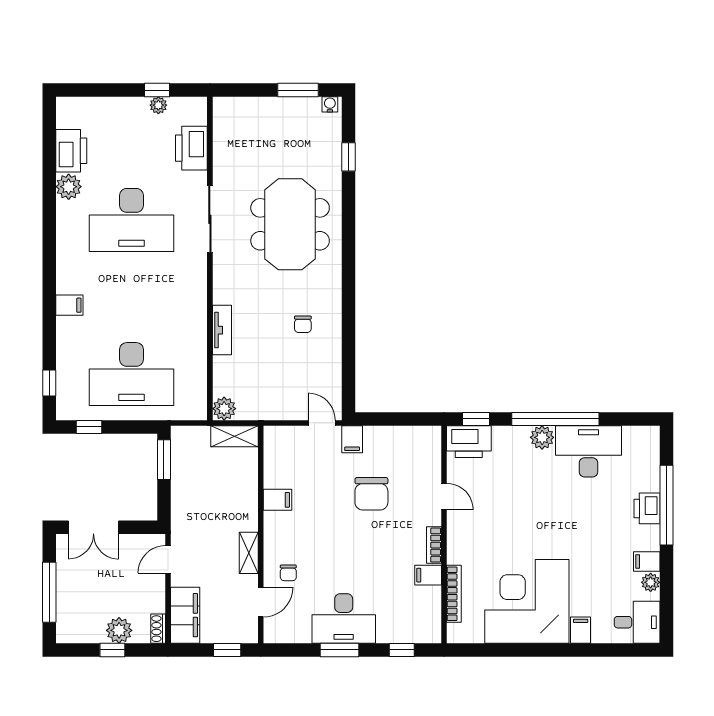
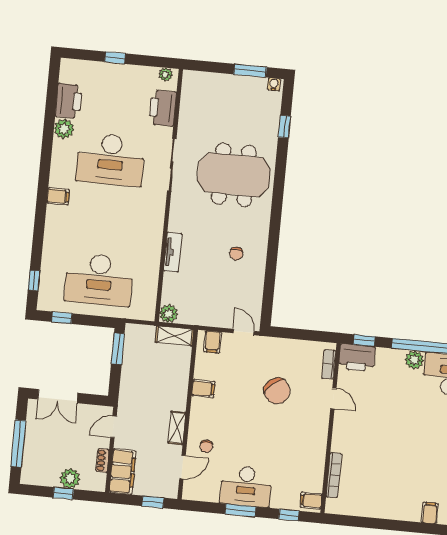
window: (157, 90) -> (115, 58), moved
plant: (158, 105) -> (166, 75), moved
meeting table: (290, 224) -> (234, 175), turned 90
filing cabinet: (69, 305) -> (58, 196), moved
filing cabinet: (352, 439) -> (213, 342), moved
chair: (371, 494) -> (277, 391), turned -39
bookcase: (434, 545) -> (329, 364), moved
filing cabinet: (428, 575) -> (311, 501), moved
corner desk: (527, 601) -> (390, 487), removed
shoe rack: (158, 629) -> (103, 461), moved

